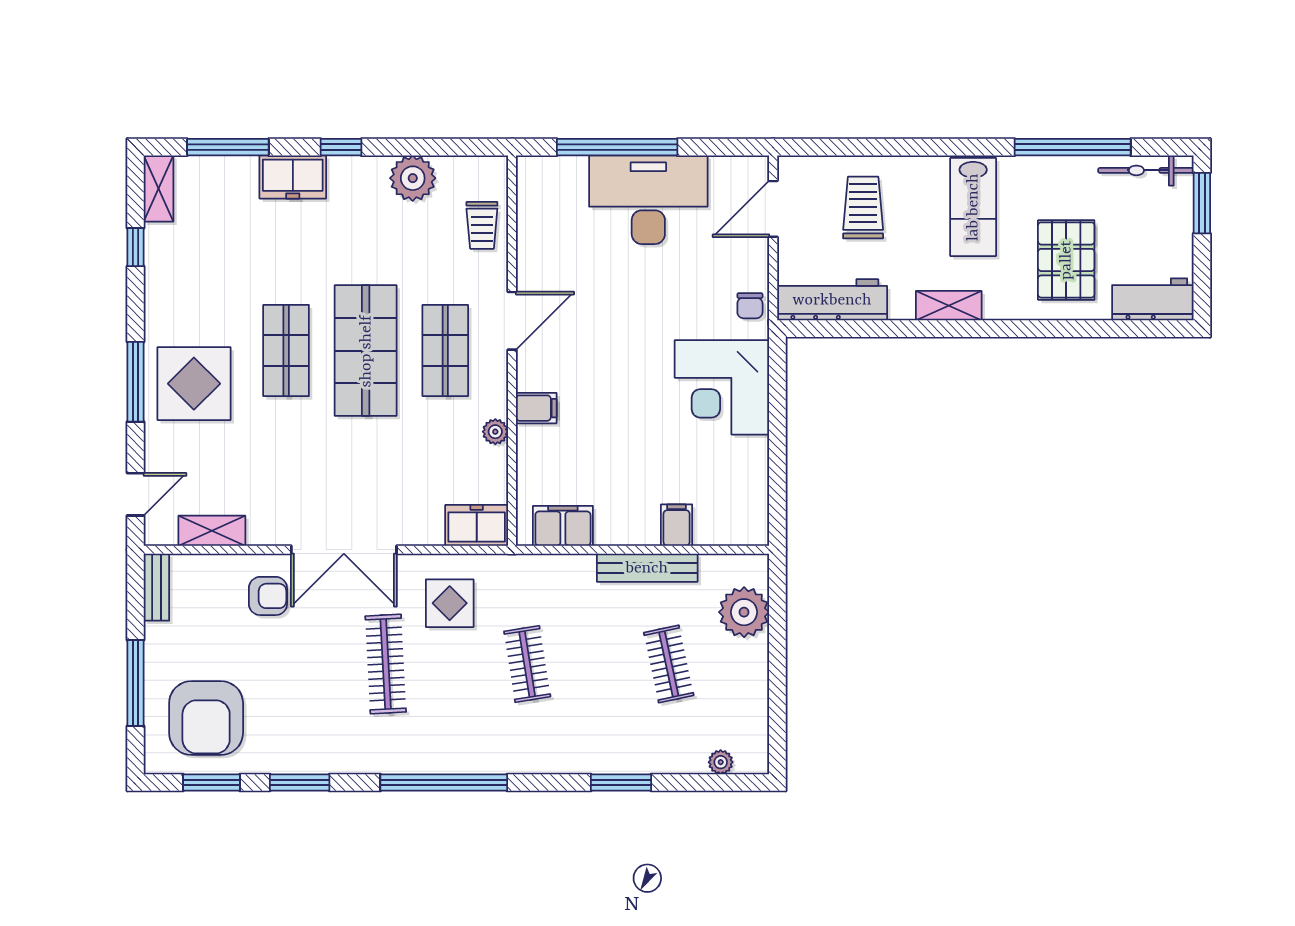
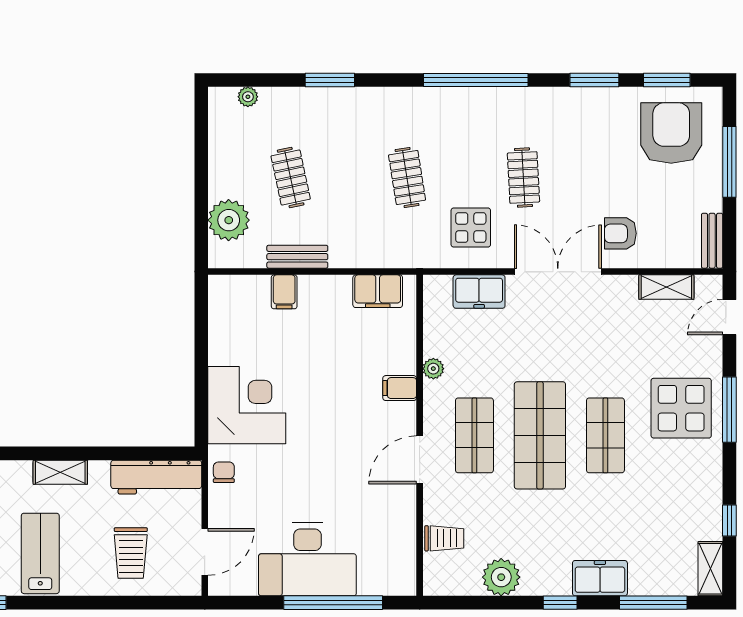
trolley: (482, 225) -> (444, 538), turned 90
freezer: (477, 525) -> (479, 292), moved
bench: (647, 568) -> (297, 257), width x0.73
clothes rail: (386, 664) -> (523, 178), width x0.73

